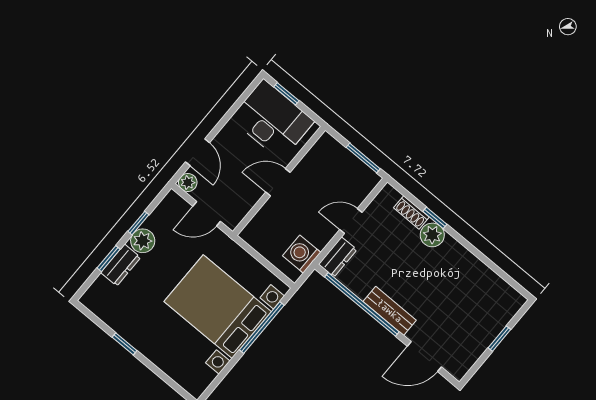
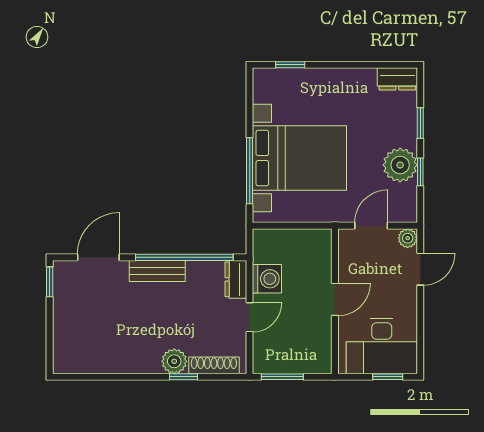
door: (197, 152) -> (420, 269), swing flipped
shoe rack: (411, 212) -> (214, 365), width x1.43
plant: (143, 241) -> (400, 165), width x1.36, depth x1.36
washing machine: (302, 254) -> (267, 279), moved
dresser: (121, 265) -> (397, 79), moved, turned -90
window: (499, 339) -> (50, 282), moved
window: (124, 344) -> (290, 65), moved

